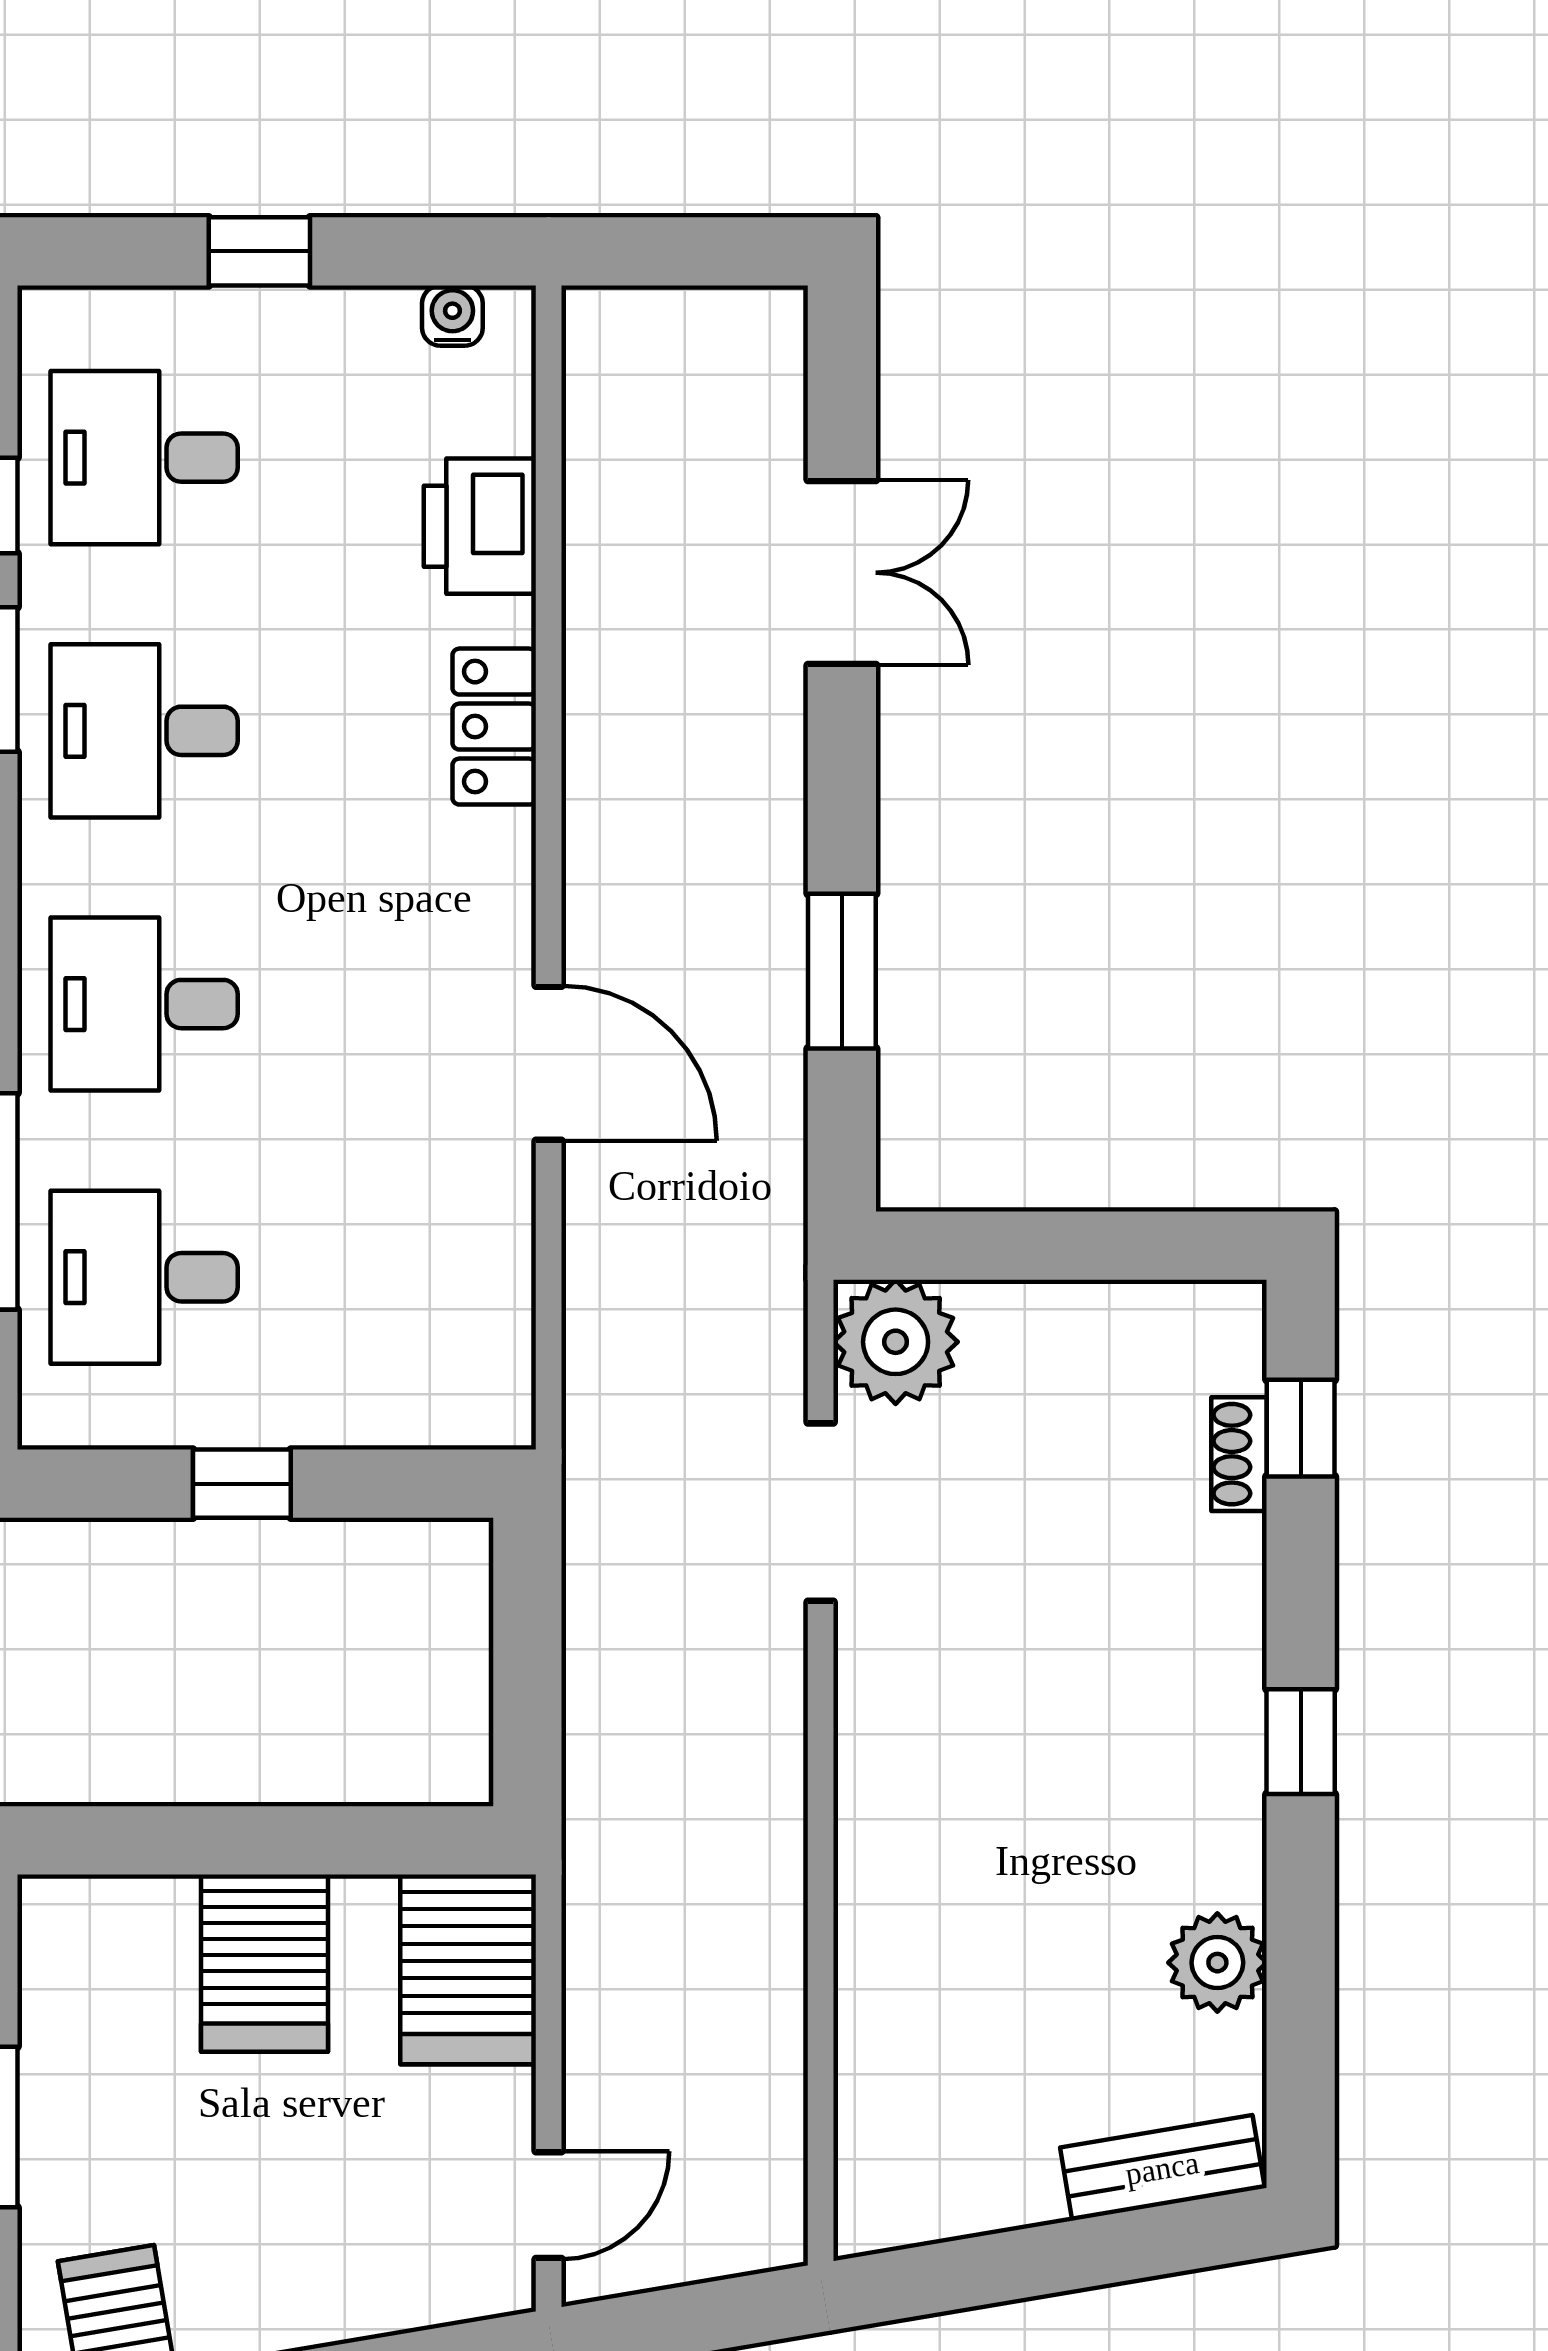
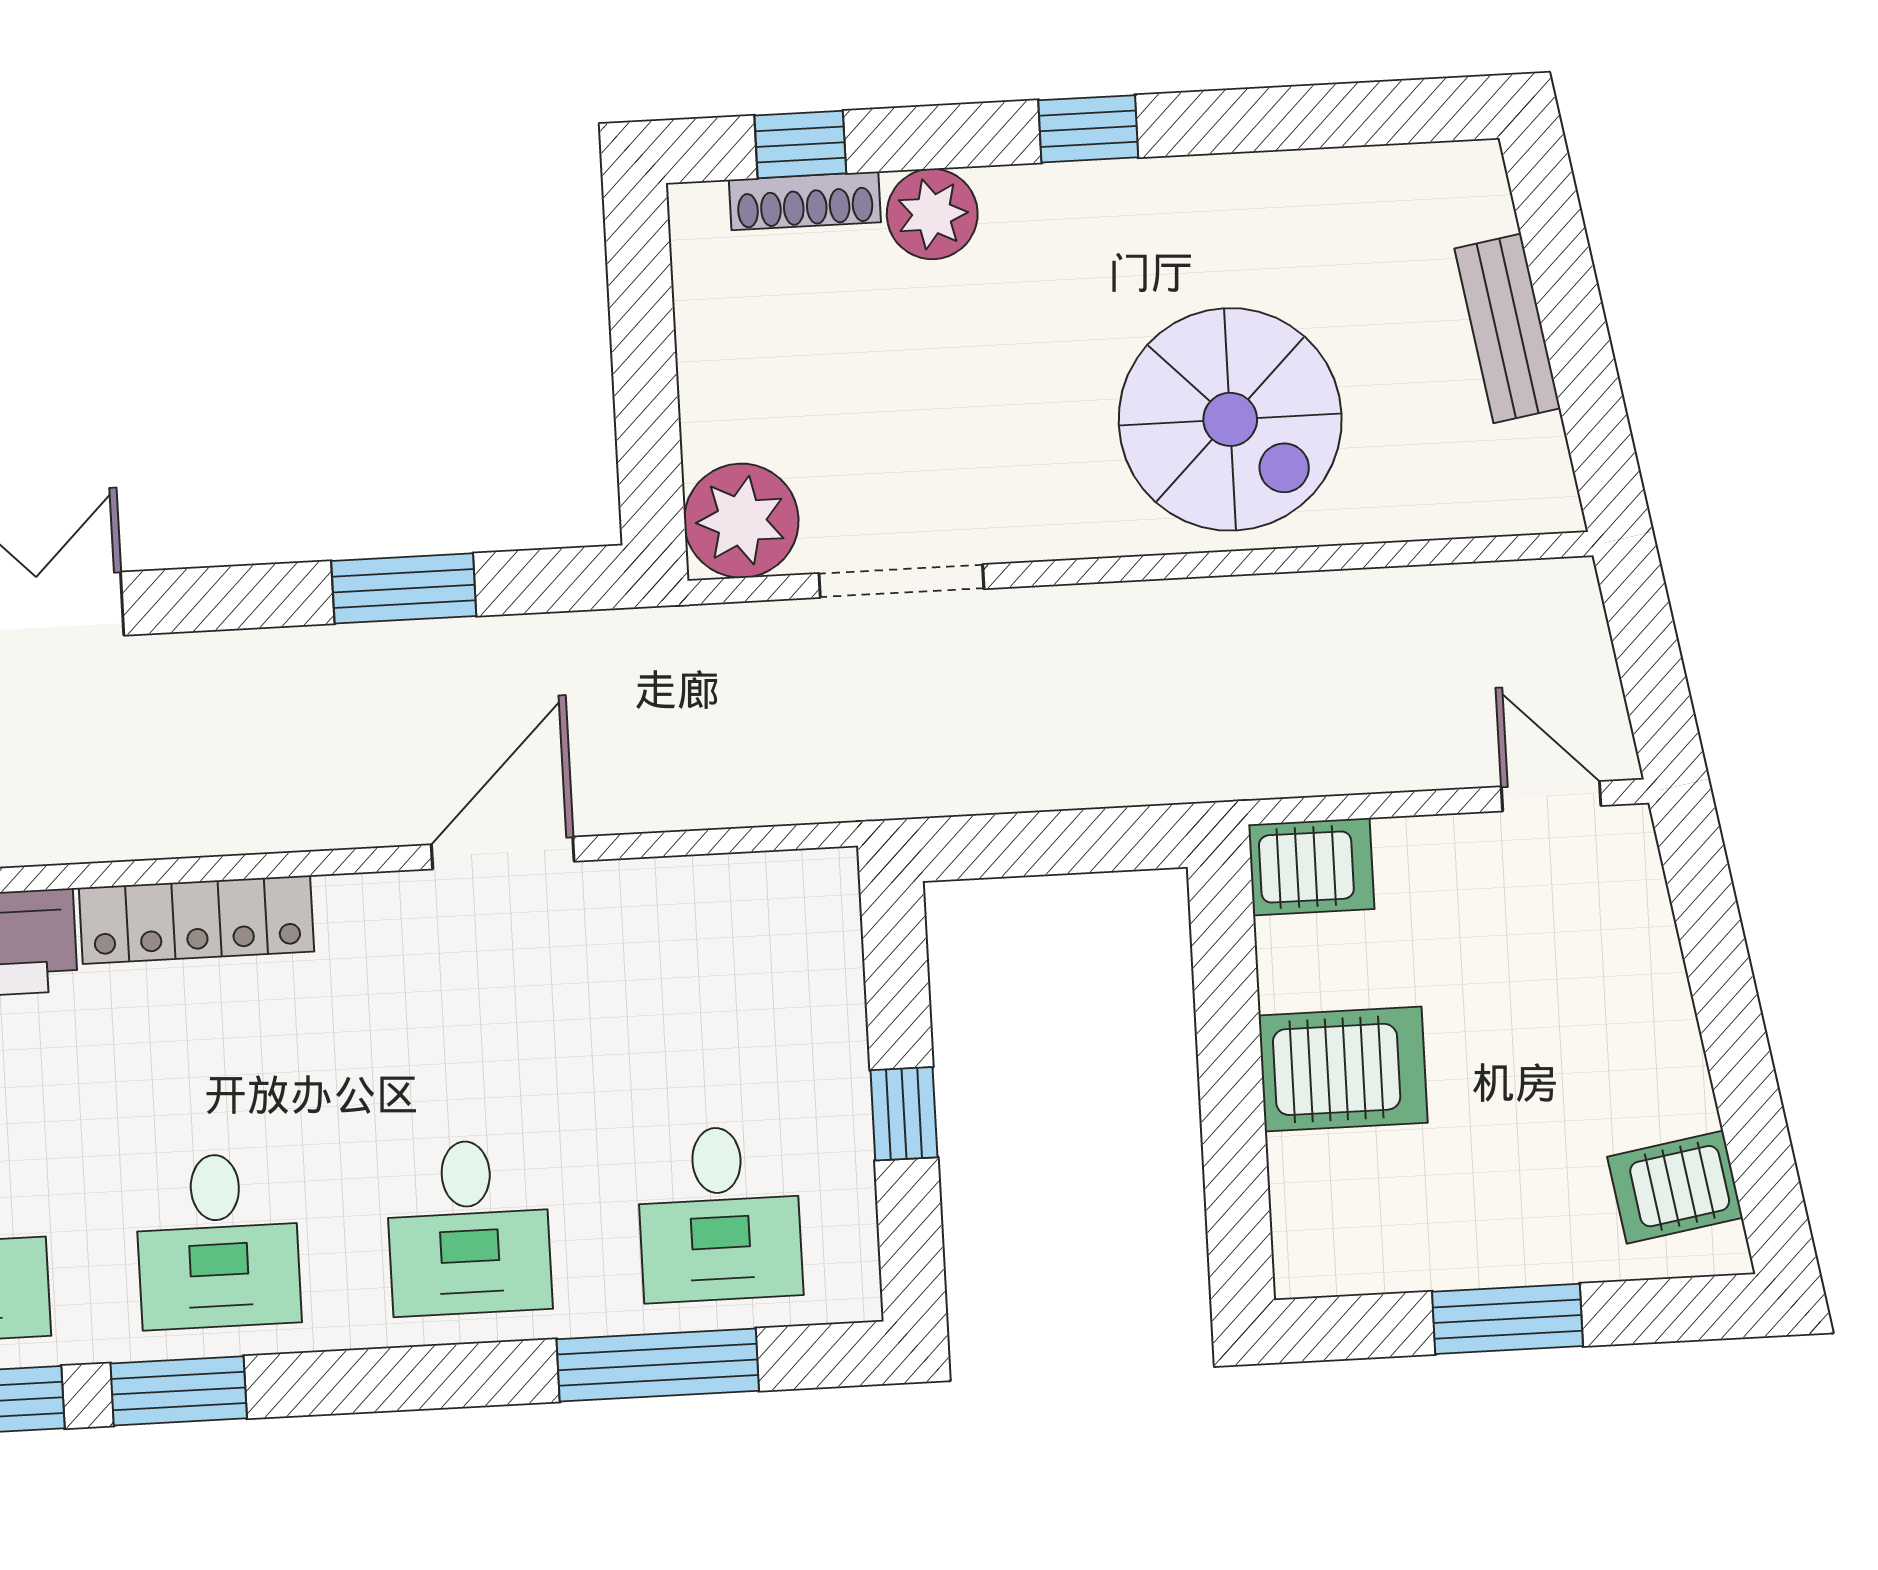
locker: (494, 727) -> (196, 920), width x1.53
shoe rack: (1239, 1454) -> (805, 201), width x1.43
spiral stairs: (977, 1879) -> (1230, 419), added
plant: (1217, 1963) -> (932, 214), moved
server rack: (468, 1969) -> (1311, 867), width x0.73, depth x0.70
bench: (1162, 2168) -> (1507, 328), moved

